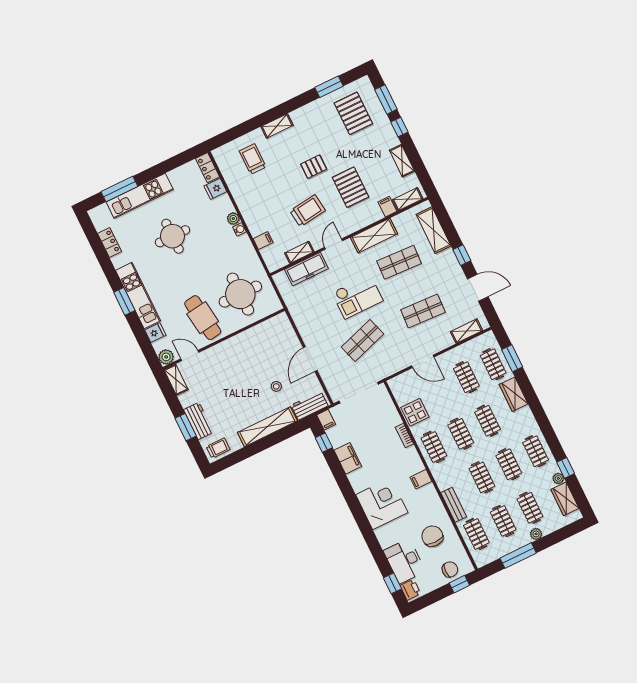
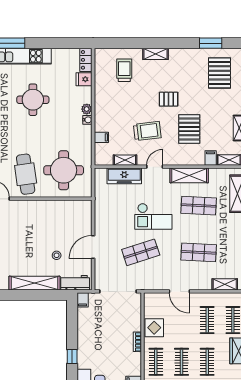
window: (324, 443) -> (72, 357), moved
filing cabinet: (348, 458) -> (85, 338), removed

